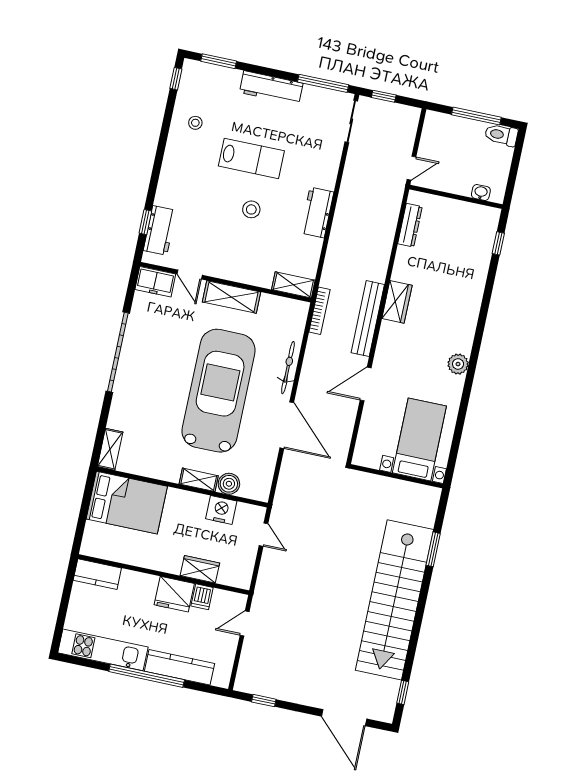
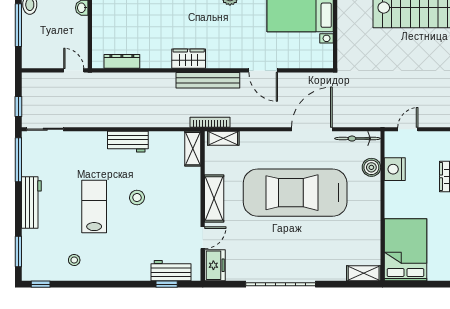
bicycle: (288, 368) -> (357, 139), moved
shelving: (199, 480) -> (223, 138), moved, turned 90

